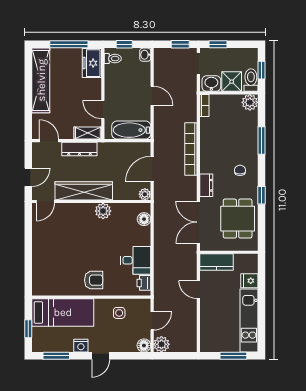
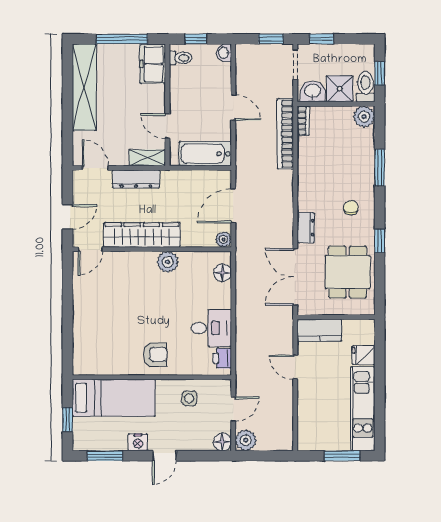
bookcase: (191, 149) -> (285, 134), moved

